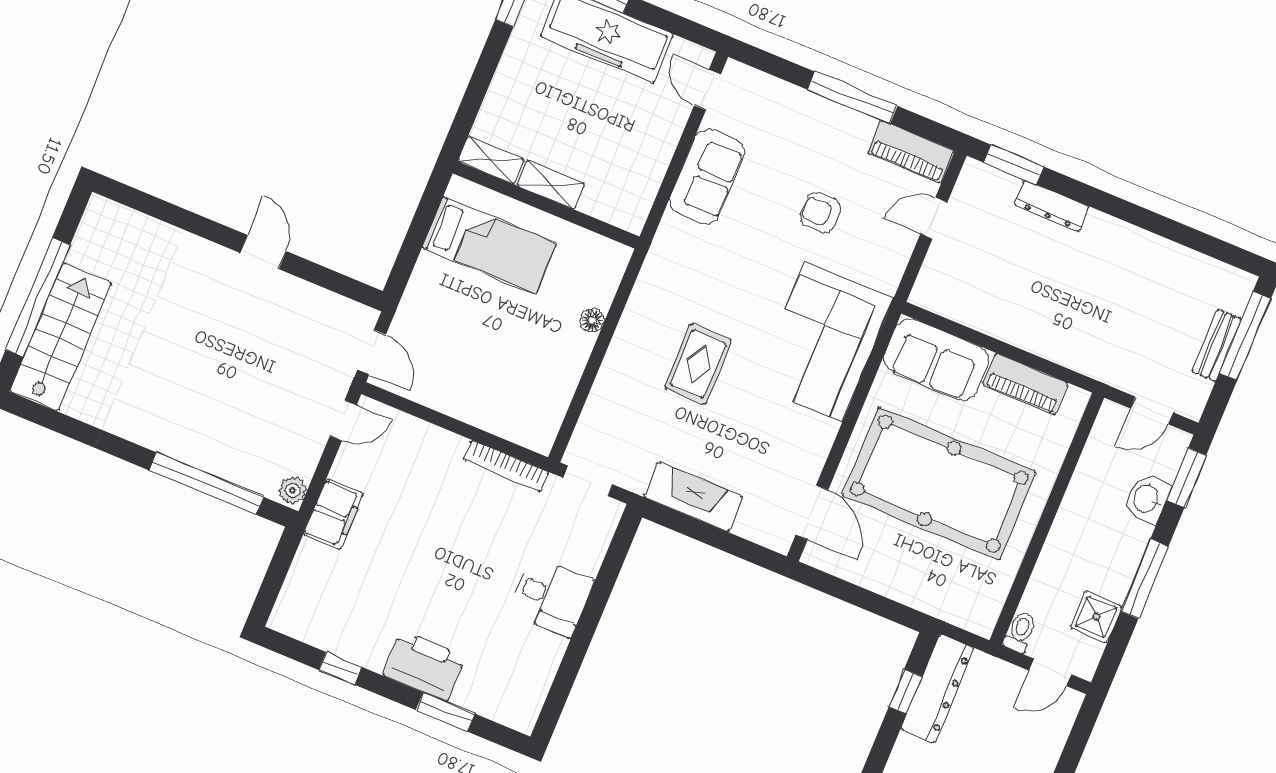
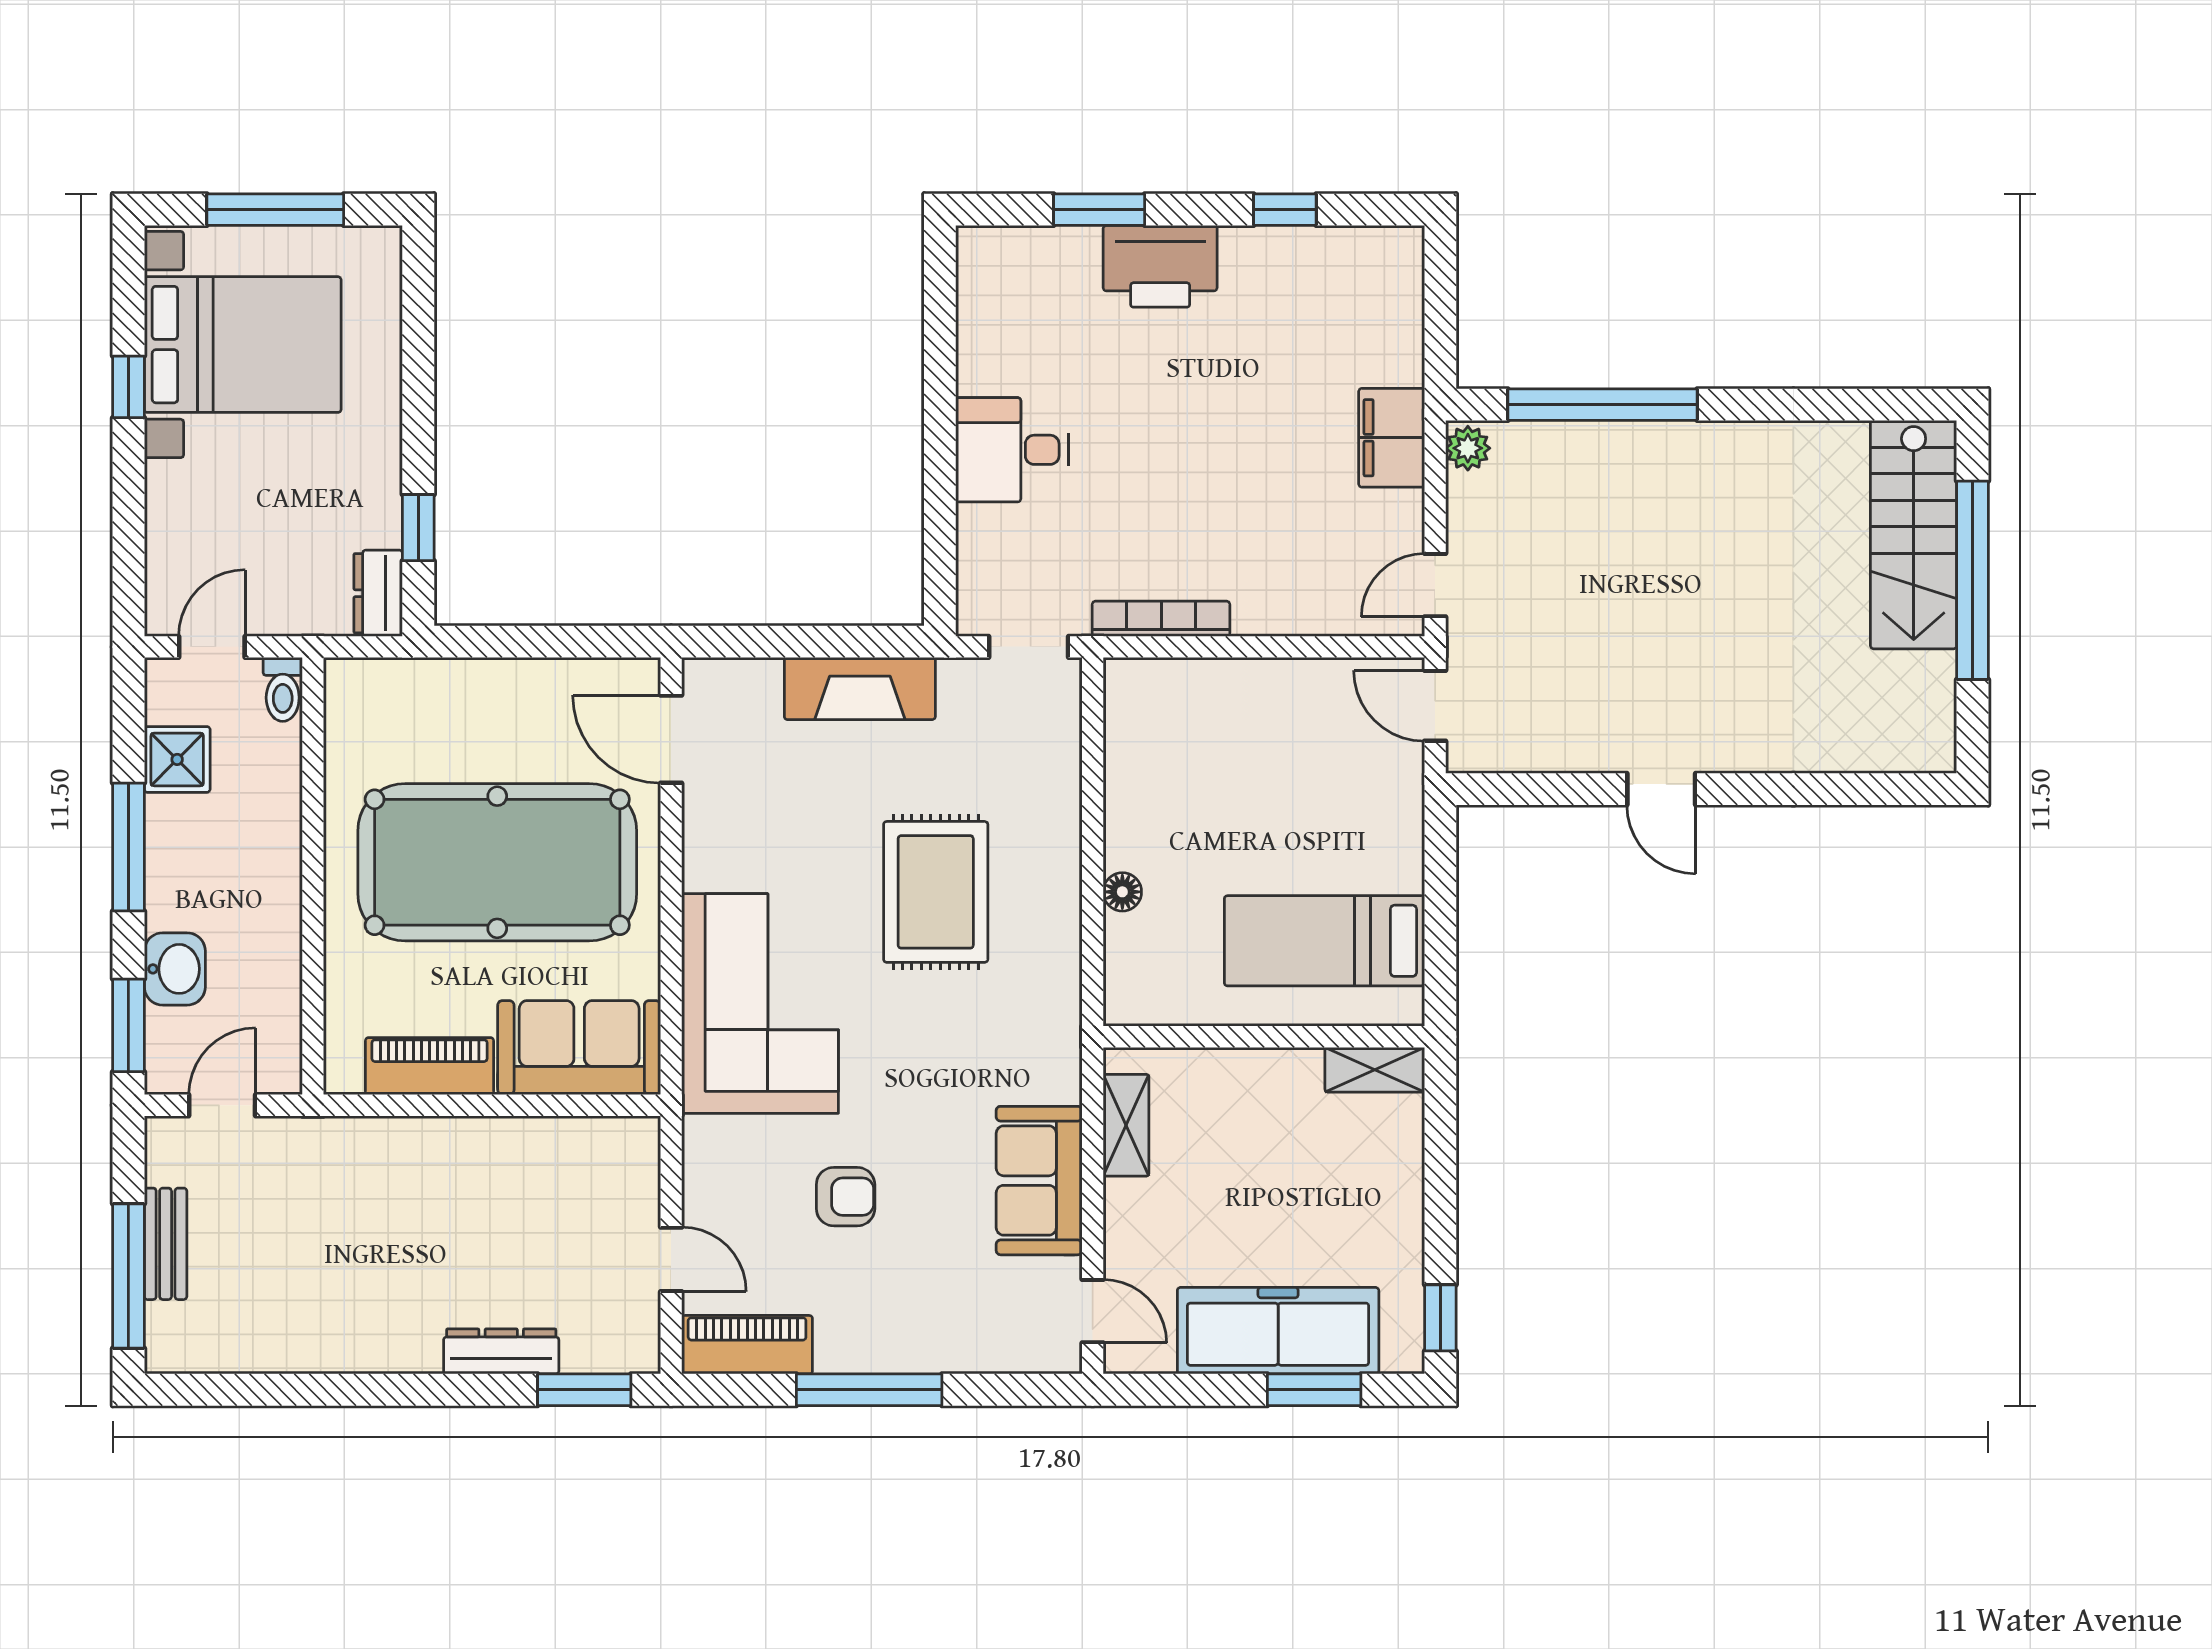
shelving: (551, 185) -> (1126, 1125), moved, turned 90
door: (934, 218) -> (671, 1259), hinge flipped
rug: (698, 364) -> (936, 892), width x1.36, depth x1.43
dresser: (937, 689) -> (378, 593), width x0.51, depth x0.80

